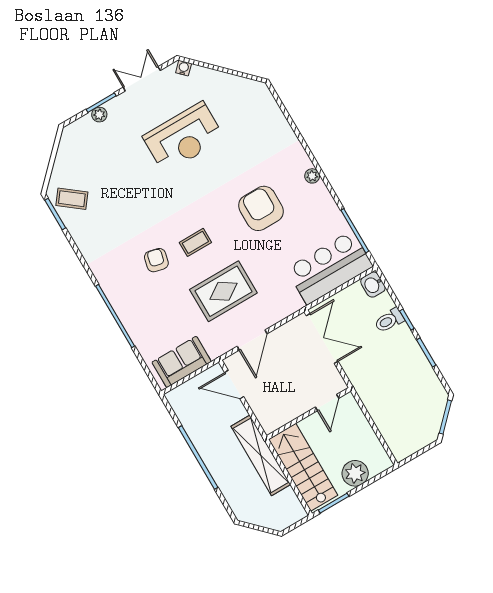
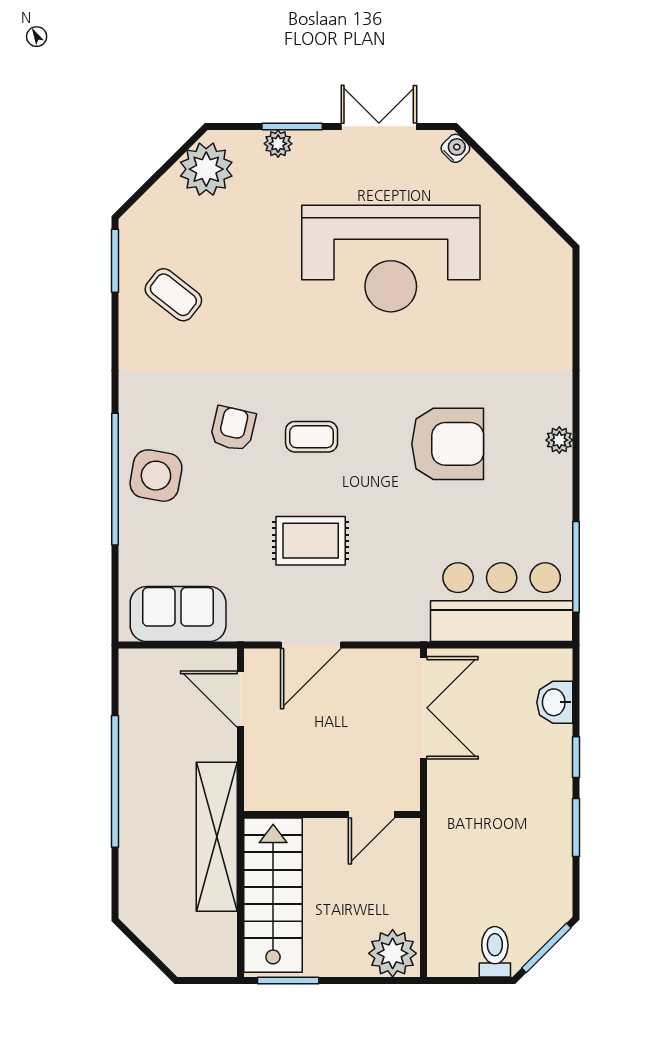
reception desk: (184, 137) -> (391, 259), width x1.36, depth x1.30
plant: (73, 146) -> (206, 169), added
coffee table: (72, 199) -> (173, 295), moved
armchair: (261, 208) -> (448, 444), turned 90
washbasin: (373, 285) -> (555, 702), moved
rug: (223, 291) -> (311, 541), width x0.73, depth x0.70
side table: (133, 303) -> (156, 476), added
toilet: (389, 320) -> (495, 952), moved, turned 90
plant: (355, 473) -> (393, 953), moved

